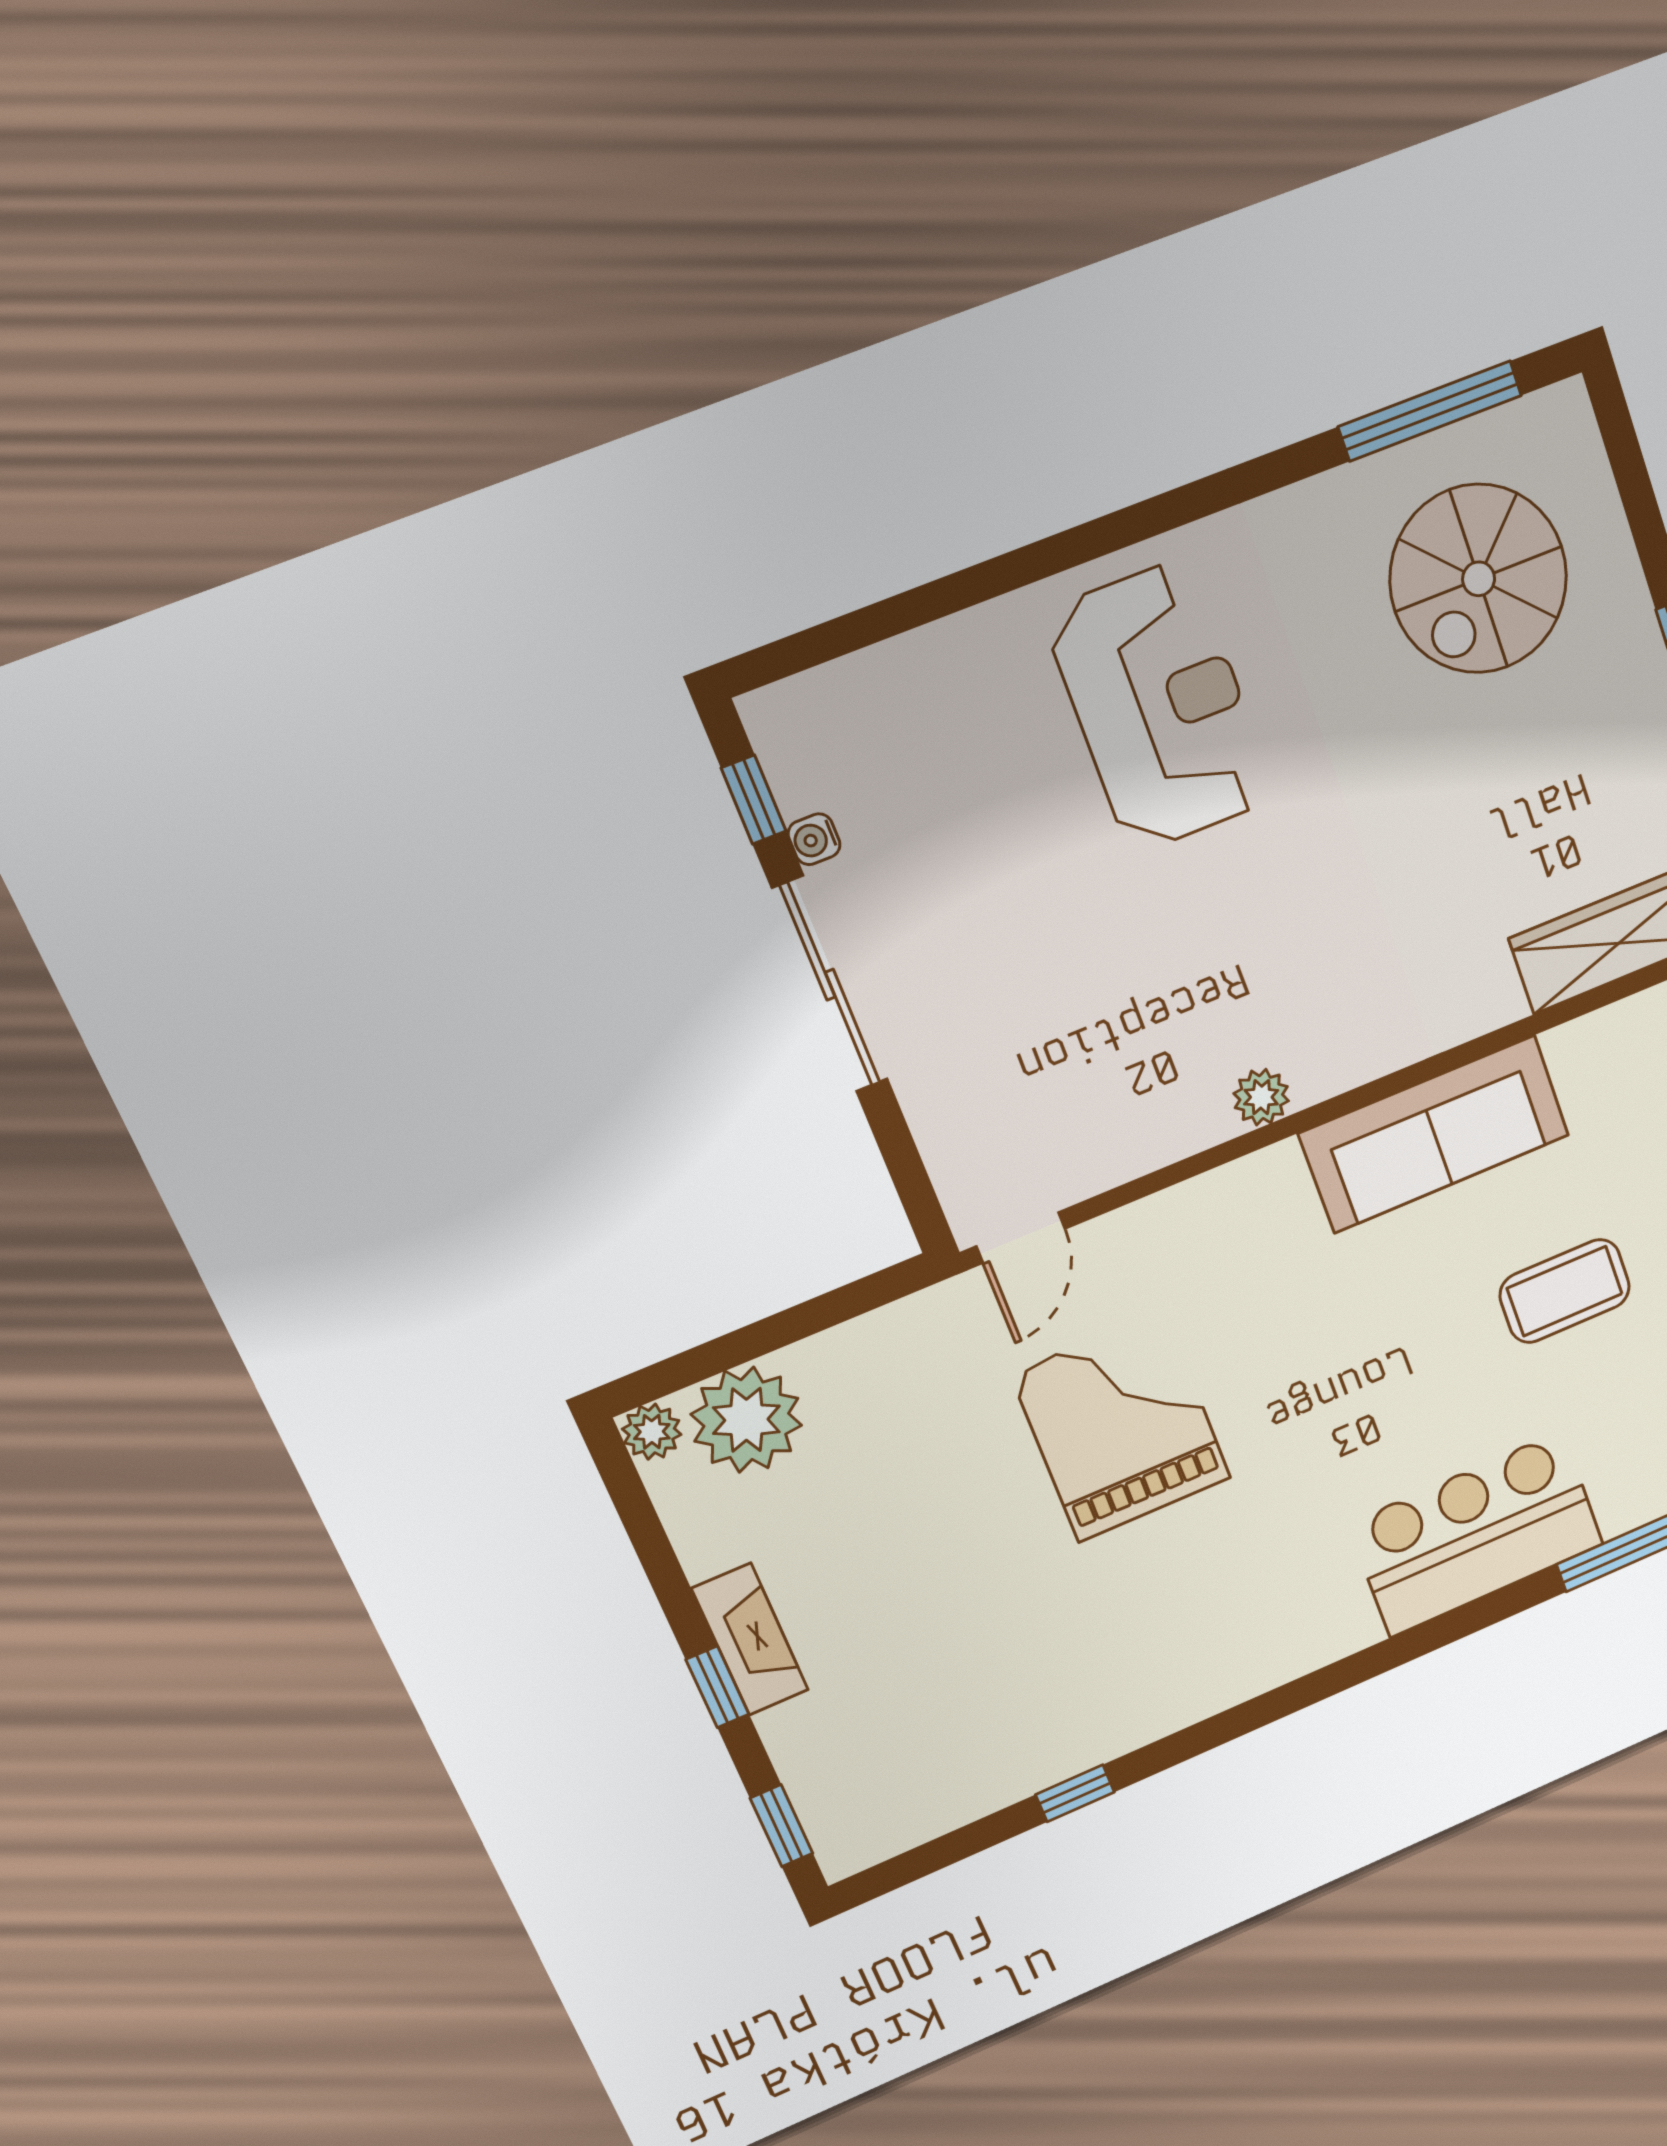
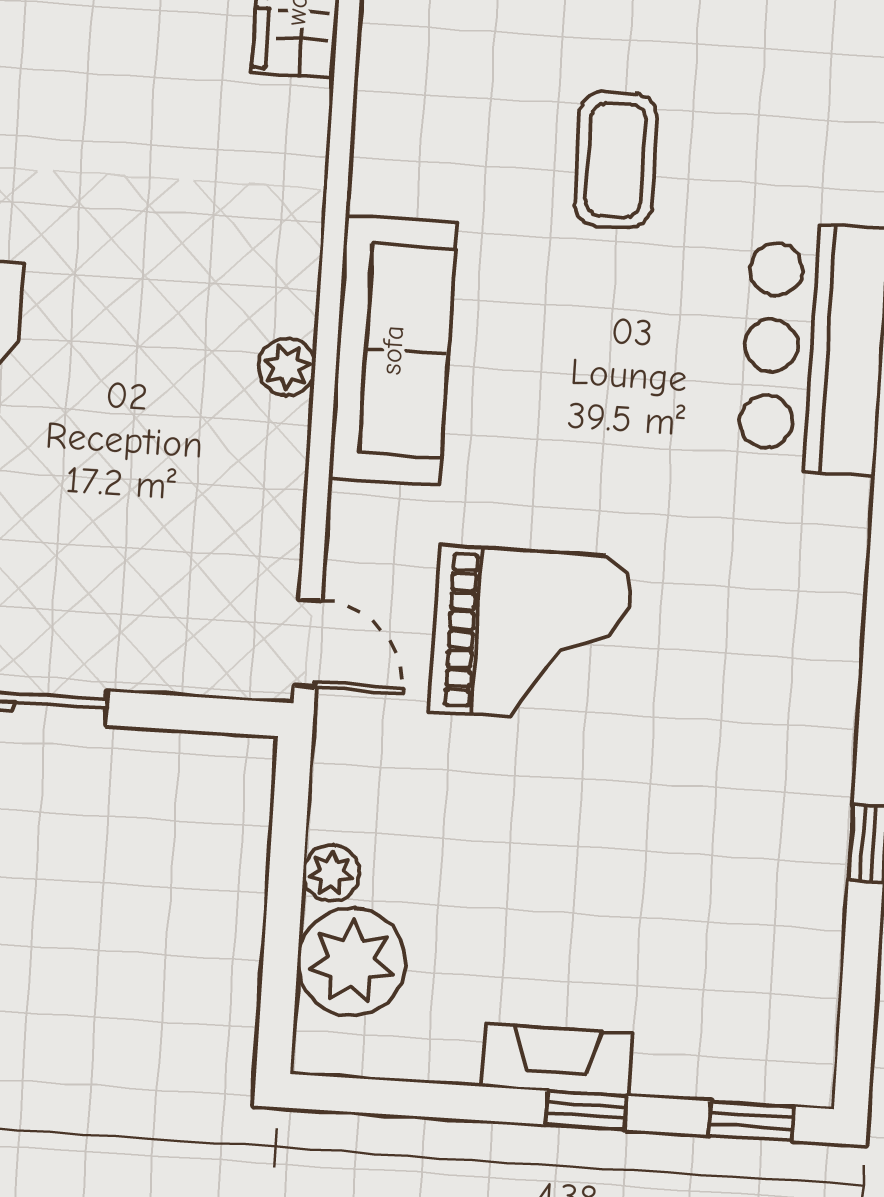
sofa: (1434, 1134) -> (393, 350), moved
grand piano: (1121, 1426) -> (531, 635), turned 180
plant: (652, 1432) -> (331, 873), moved

